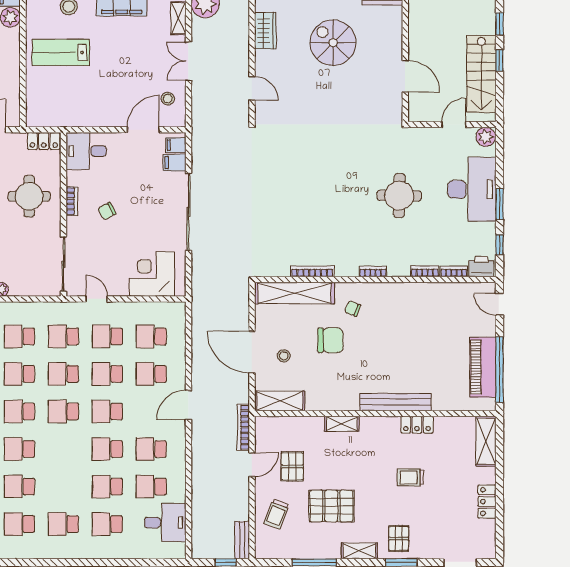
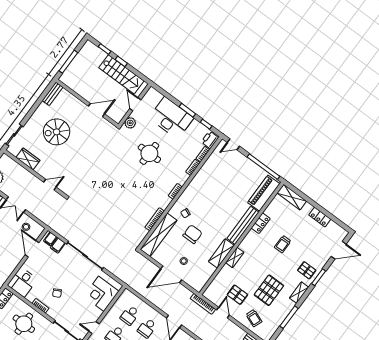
plant: (486, 137) -> (130, 123), moved
piano: (483, 367) -> (264, 193), moved, turned 90
shelving: (280, 401) -> (221, 253), moved

